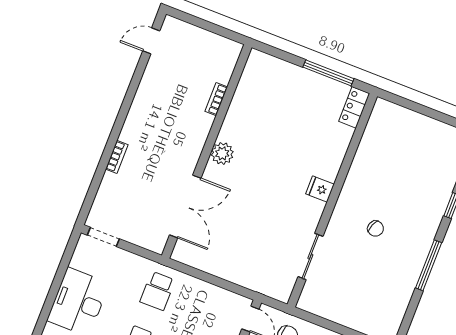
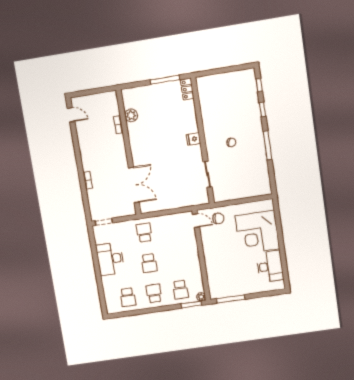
door: (151, 41) -> (71, 115), swing flipped
plant: (222, 153) -> (131, 115), moved
school desk: (158, 291) -> (144, 233), turned 180

